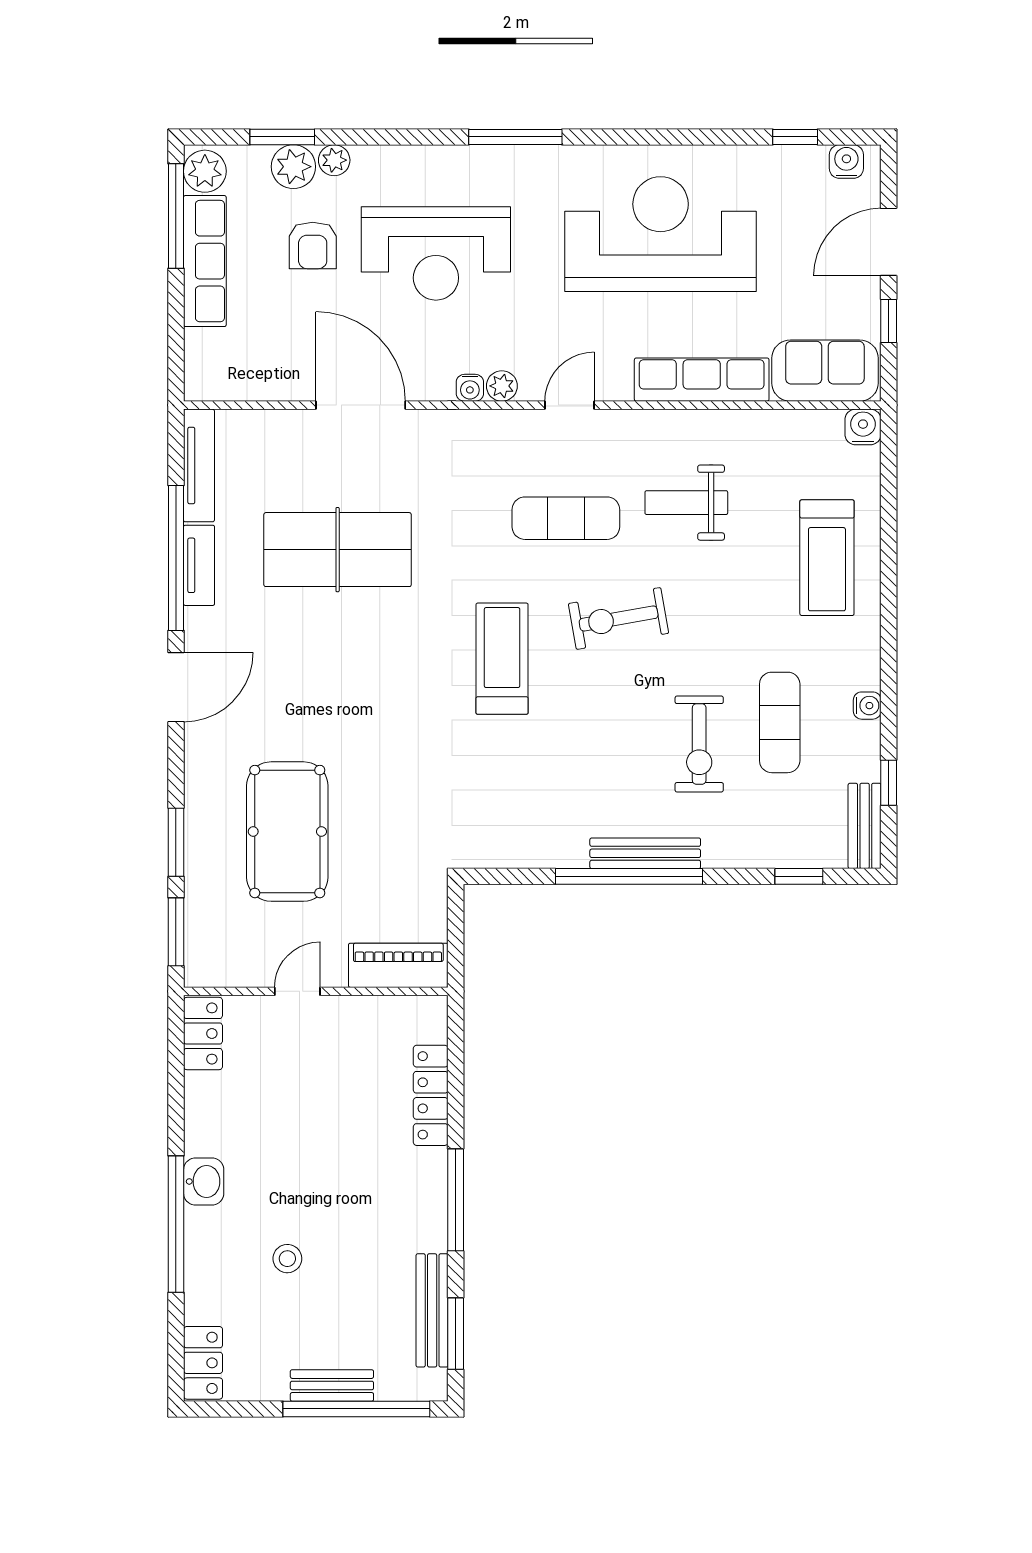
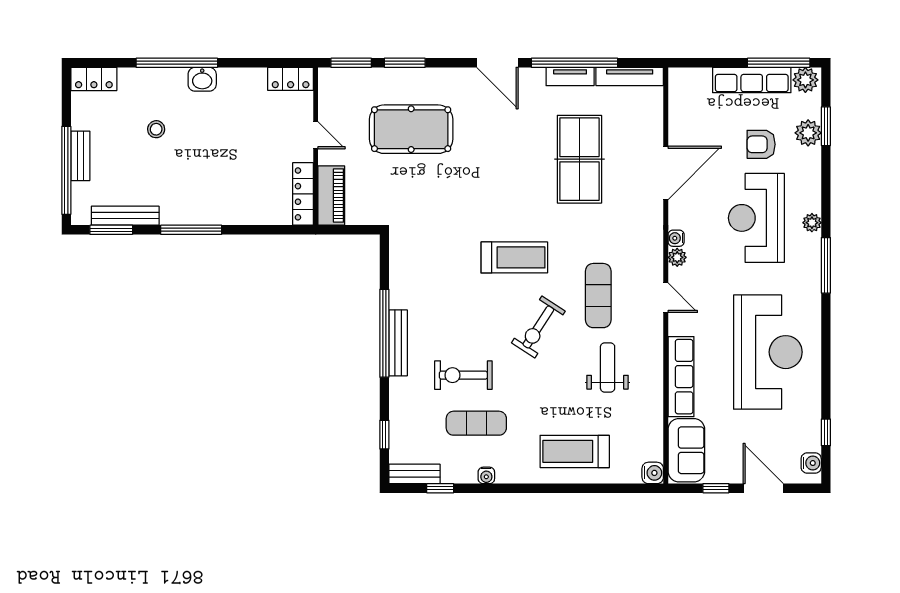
plant: (334, 160) -> (812, 223), moved
exercise bike: (619, 618) -> (538, 327), turned -137
locker: (431, 1095) -> (303, 194), moved, turned -90

